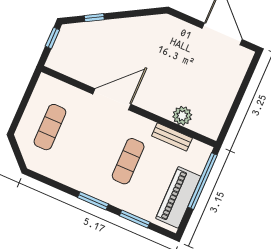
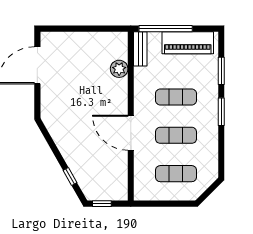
bench: (172, 137) -> (140, 49), moved
exercise mat: (89, 144) -> (176, 135), added

